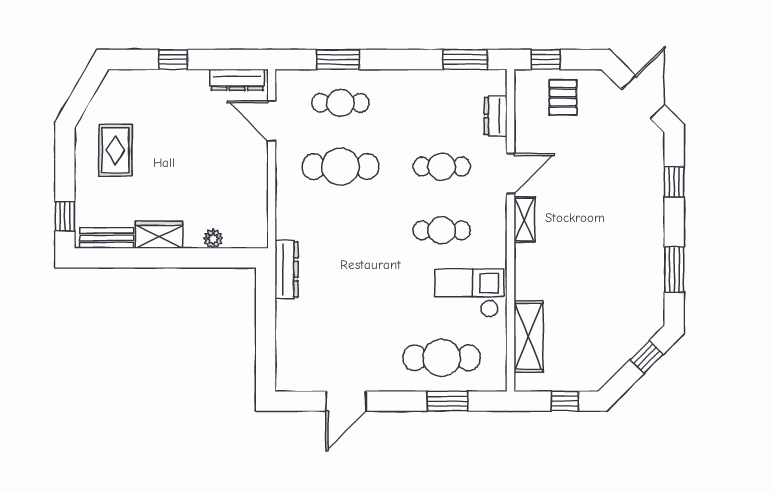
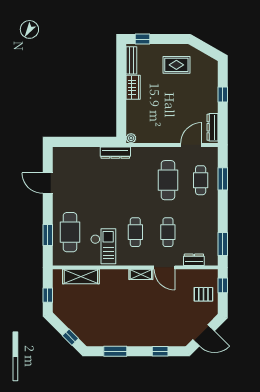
plant: (213, 239) -> (131, 138), moved

